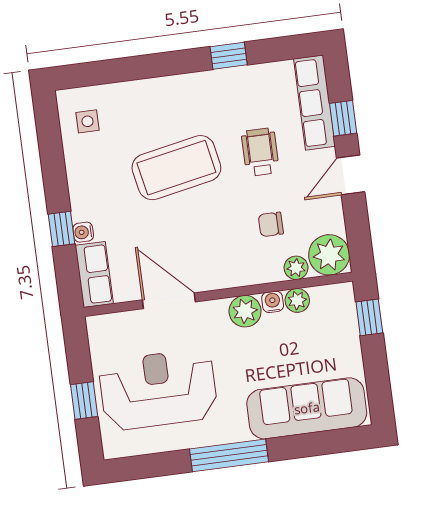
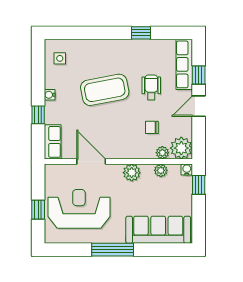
water cooler: (83, 232) -> (50, 95), moved
water cooler: (273, 302) -> (187, 169), moved

